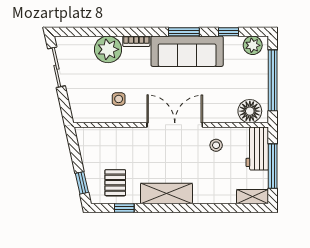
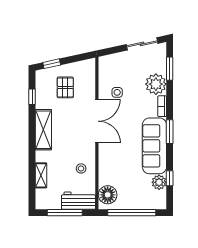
window: (88, 32) -> (170, 69), added
window: (184, 32) -> (170, 132), moved
plant: (253, 45) -> (159, 182), moved
double door: (175, 125) -> (97, 121), moved
pallet: (115, 183) -> (65, 87), moved, turned 90
shelving: (253, 197) -> (41, 175), moved

